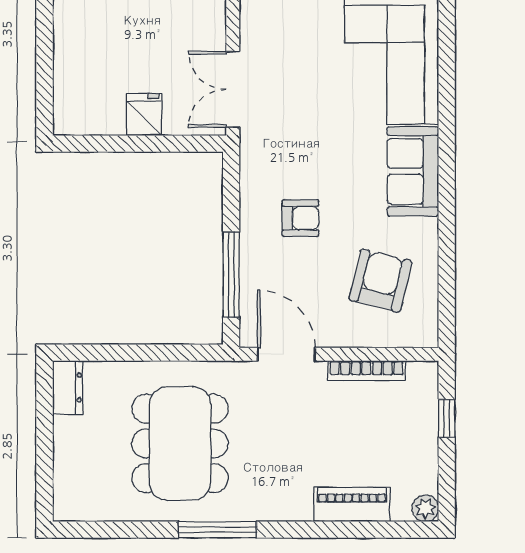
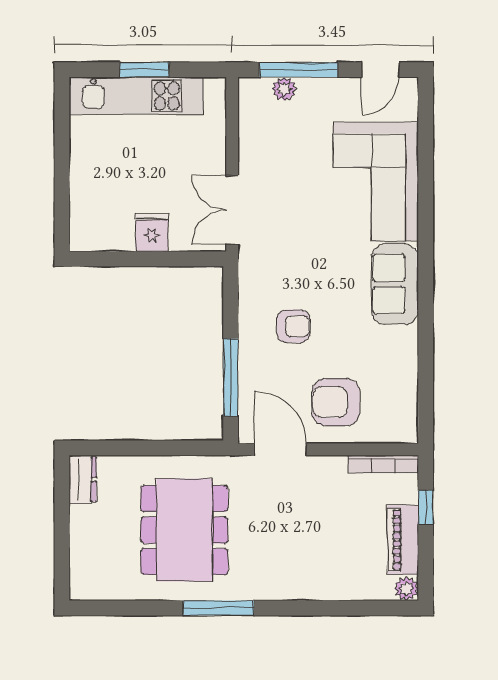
armchair: (381, 281) -> (336, 402), moved, turned -104
bookcase: (366, 371) -> (383, 464), moved
piano: (352, 504) -> (403, 540), moved, turned -90

